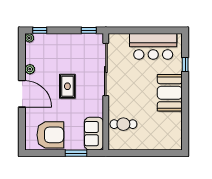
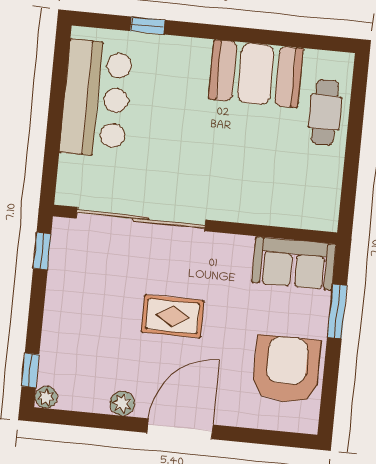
booth: (170, 93) -> (256, 74), moved
cafe table: (123, 124) -> (325, 112), moved

